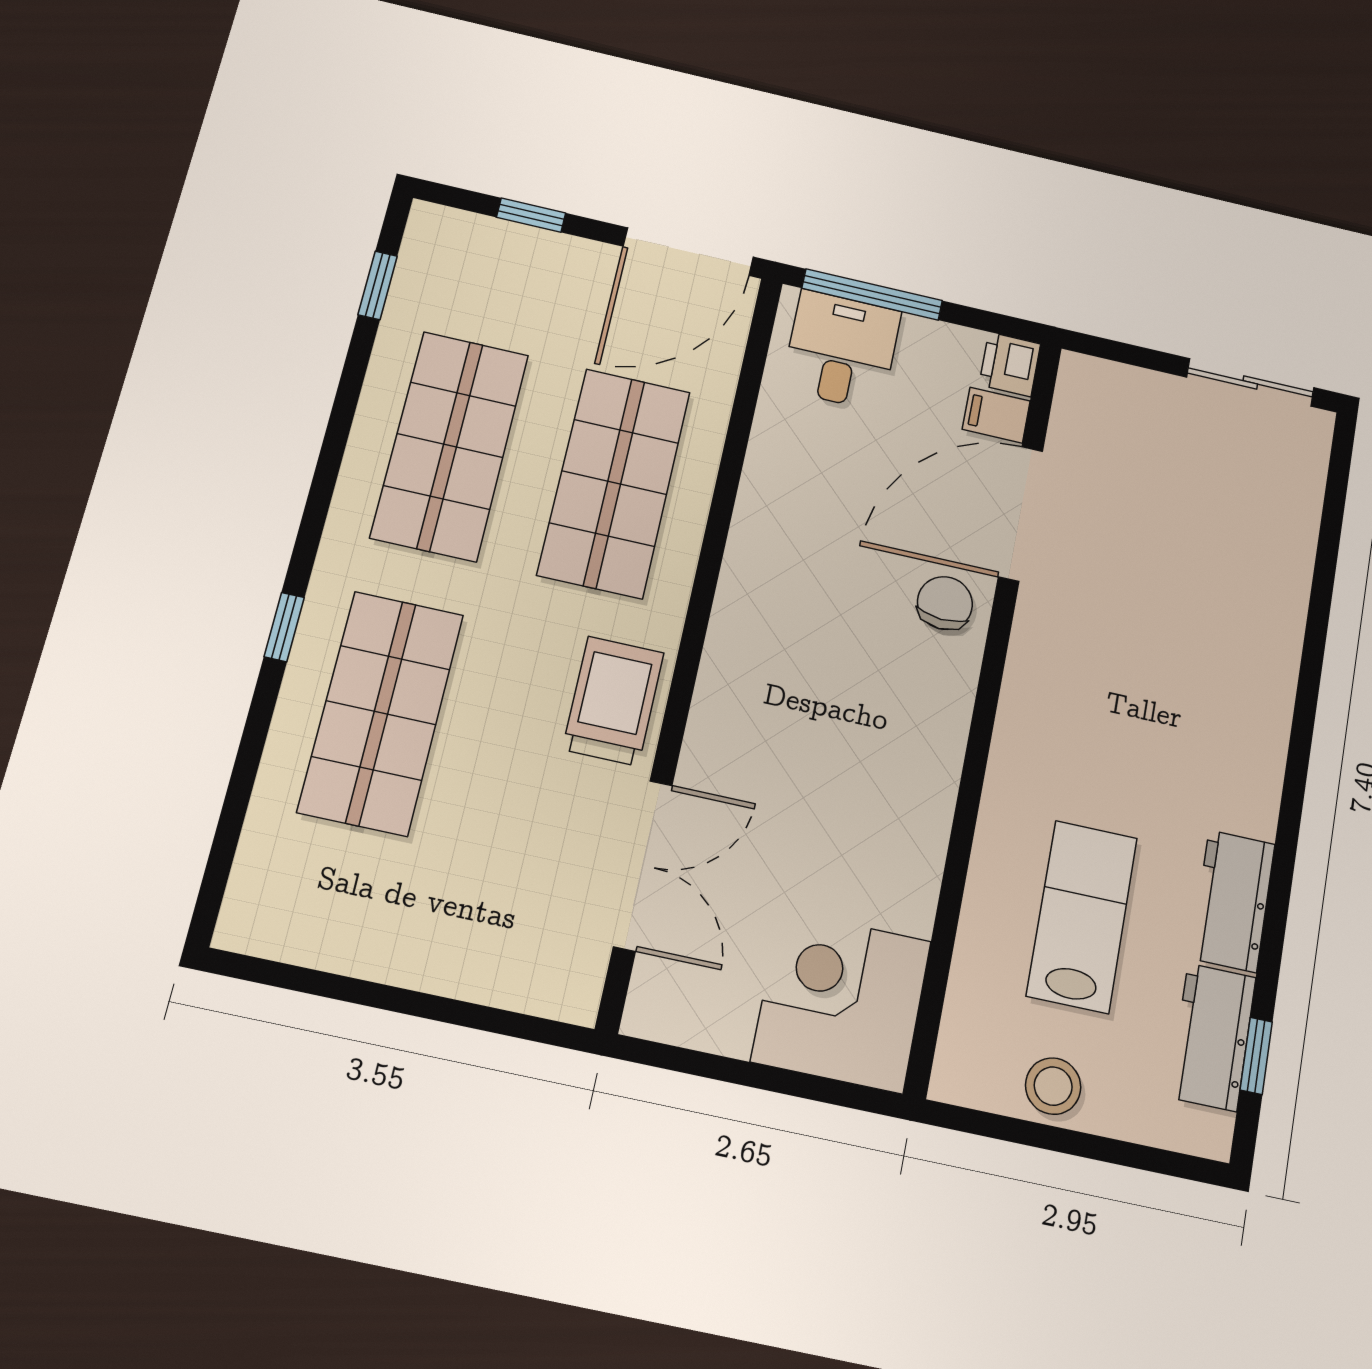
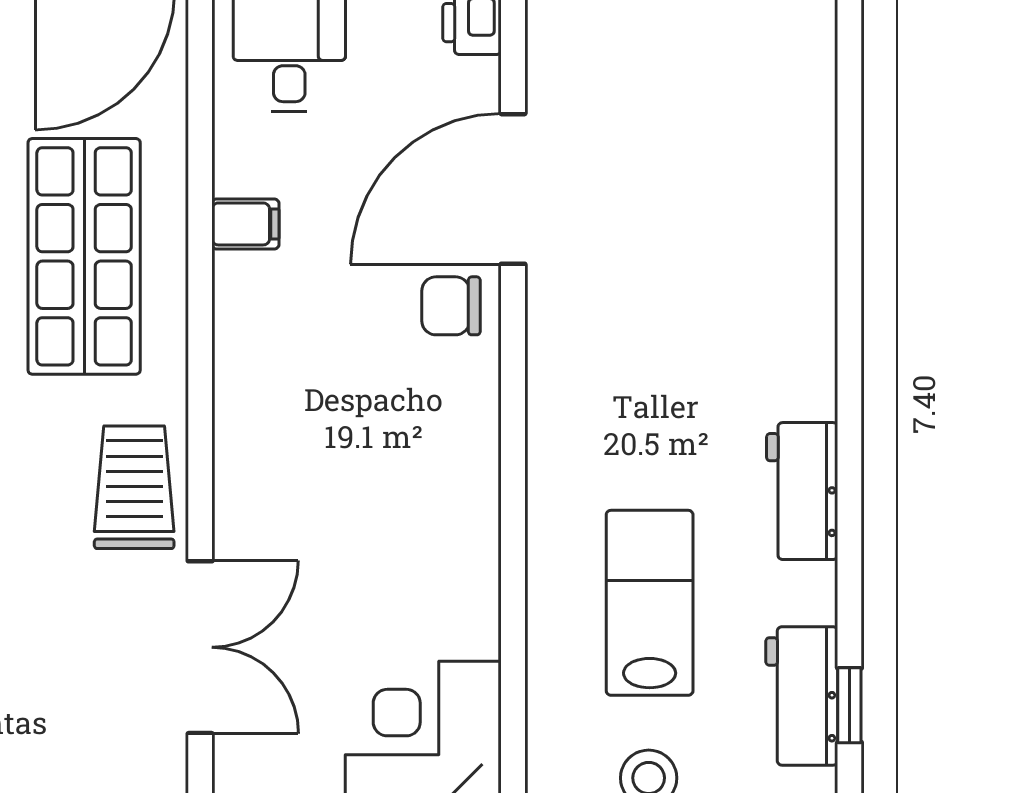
filing cabinet: (996, 415) -> (245, 224), moved, turned 180
chair: (945, 603) -> (451, 306), turned -93
workbench: (1233, 901) -> (802, 491), moved

